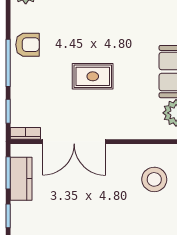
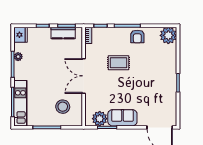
rug: (93, 76) -> (118, 63), moved, turned 90
double door: (74, 142) -> (84, 76), moved

